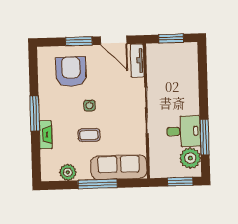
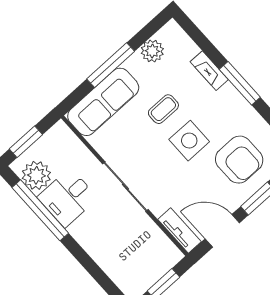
side table: (90, 106) -> (189, 141), width x1.87, depth x1.87
window: (205, 137) -> (40, 210), width x1.46

